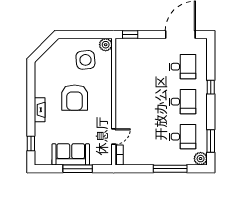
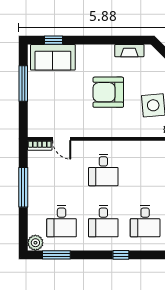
desk: (140, 102) -> (103, 170), added
fireplace: (40, 110) -> (129, 51), moved
sofa: (71, 154) -> (53, 57), moved, turned 90
window: (78, 169) -> (23, 83), moved
window: (170, 169) -> (23, 187), moved

